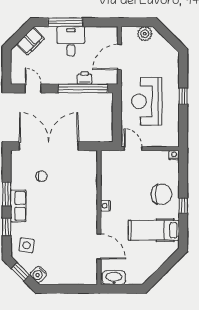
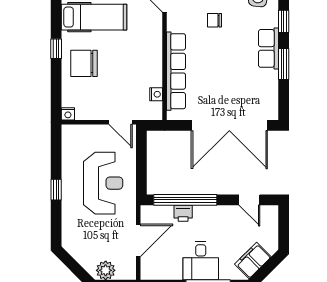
chair: (41, 176) -> (214, 20), moved
row of seats: (90, 188) -> (176, 71), added
nightstand: (105, 206) -> (156, 94), moved

